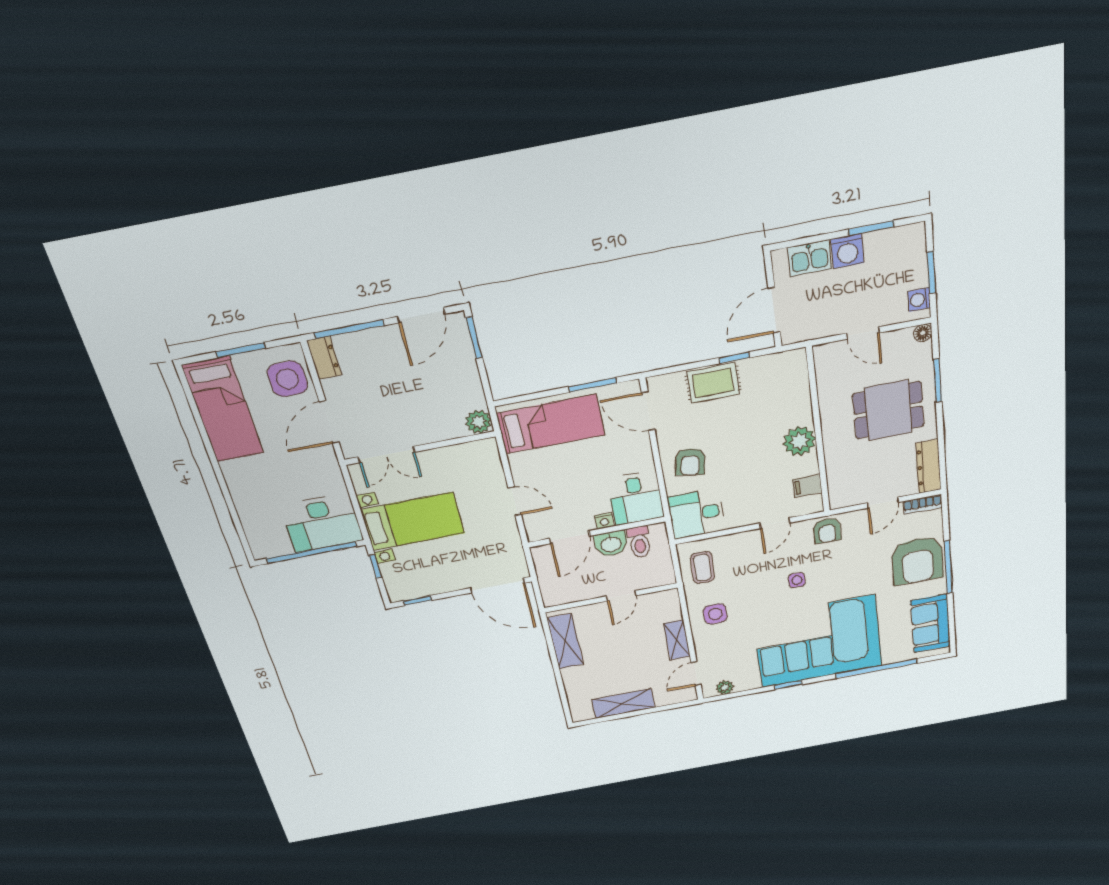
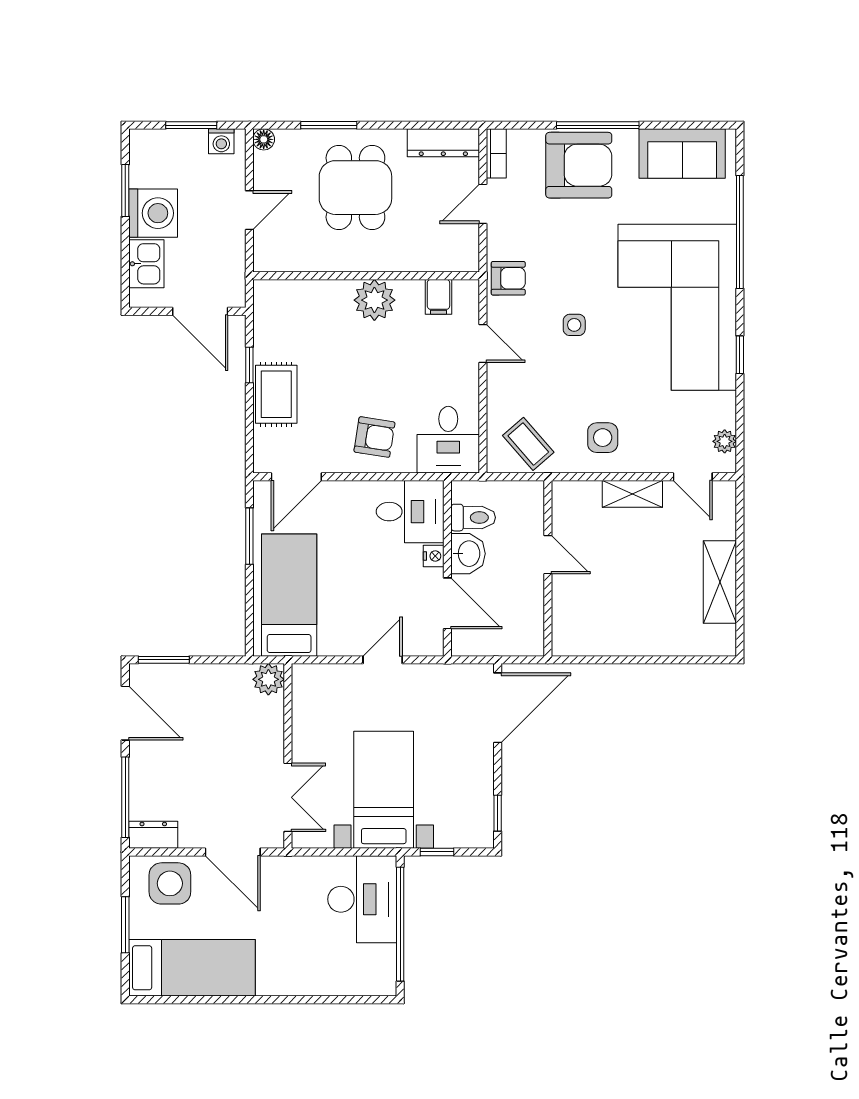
washing machine: (847, 251) -> (153, 213), width x1.37, depth x1.37
door: (883, 503) -> (483, 204), swing flipped
coffee table: (702, 568) -> (528, 444), turned 47
shelving: (565, 641) -> (601, 640), removed

